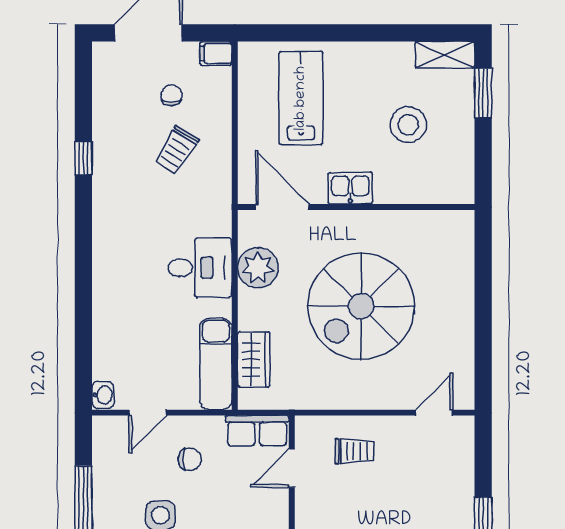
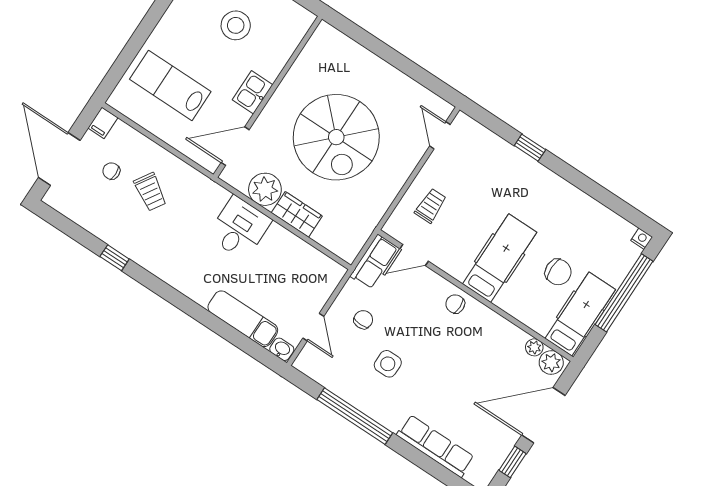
wardrobe: (254, 360) -> (297, 214), moved
exam couch: (216, 364) -> (243, 319), moved, turned 180
door: (292, 468) -> (414, 255), hinge flipped

